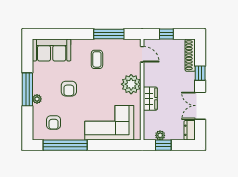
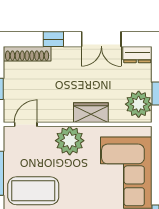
coffee table: (97, 59) -> (33, 191), width x1.86, depth x1.72
plant: (160, 135) -> (139, 104), width x1.87, depth x1.87

